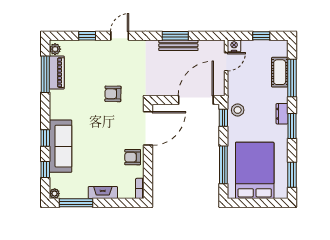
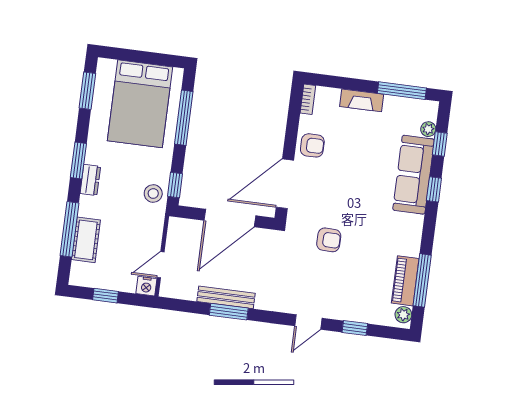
door: (196, 100) -> (230, 218), moved
plant: (55, 194) -> (428, 129), moved

